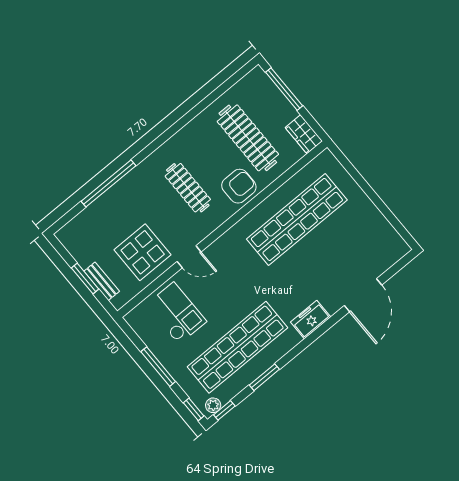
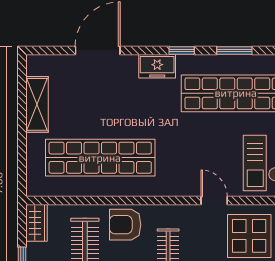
shelving: (375, 220) -> (37, 104), added
window: (302, 346) -> (182, 50), added

